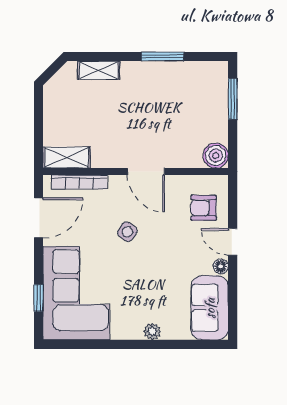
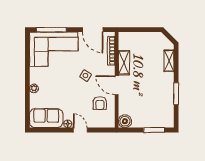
shelving: (67, 157) -> (124, 63), moved
door: (146, 171) -> (117, 85), hinge flipped
armchair: (203, 208) -> (100, 103), moved, turned 180
door: (233, 242) -> (80, 130), hinge flipped
window: (39, 298) -> (51, 30), width x2.17

